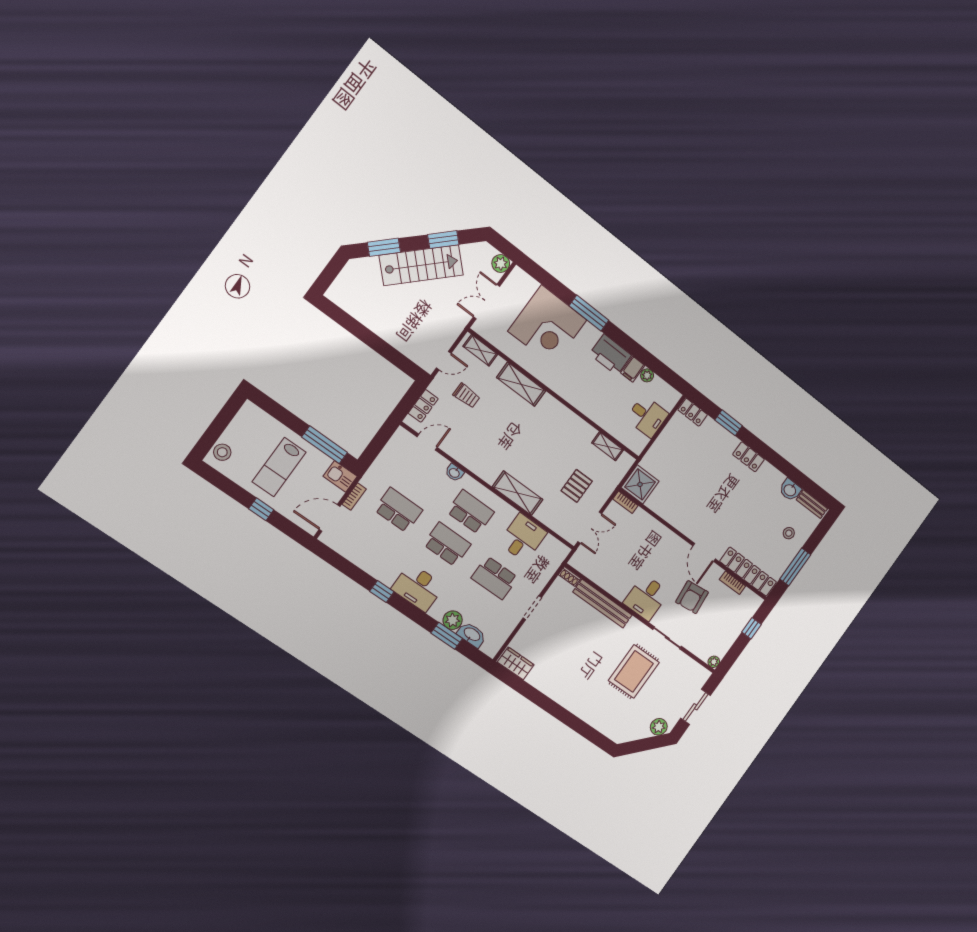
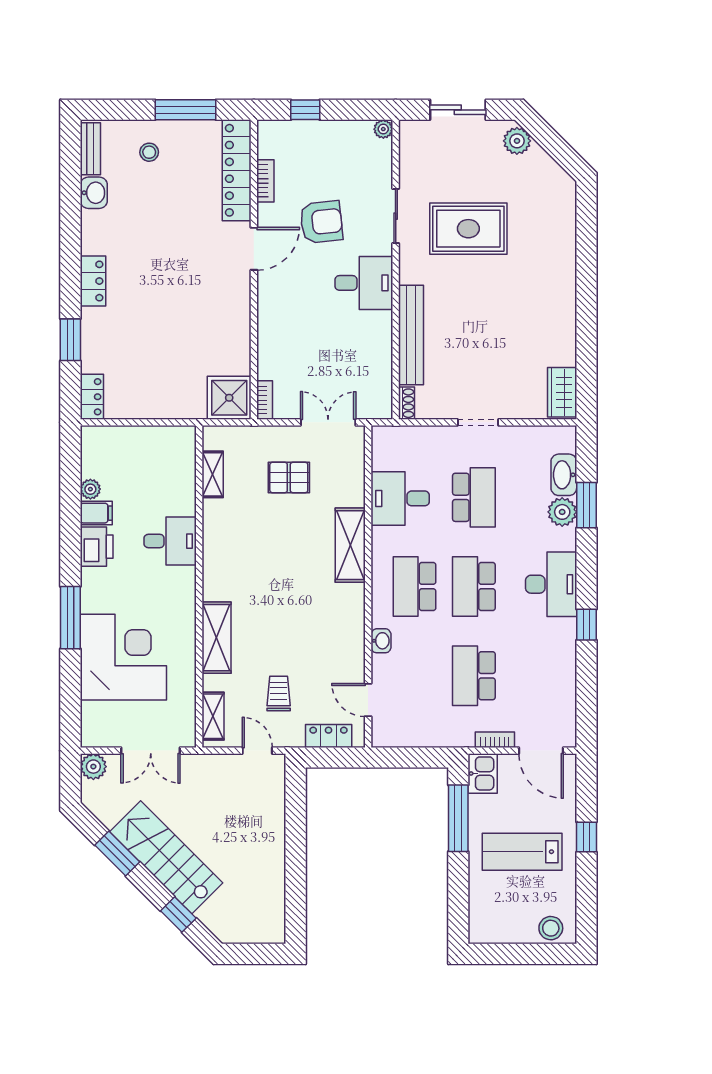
window: (384, 247) -> (178, 915), width x0.67
printer: (610, 355) -> (97, 547), width x0.73, depth x0.84
desk: (647, 416) -> (170, 541), moved, turned 90
lab bench: (279, 467) -> (522, 852), turned 180

